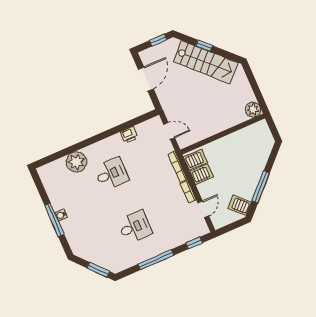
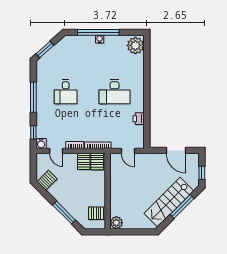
window: (204, 46) -> (182, 206), width x2.17
door: (169, 131) -> (128, 151), hinge flipped
server rack: (252, 135) -> (97, 213), added
plant: (76, 162) -> (135, 45), moved
desk: (111, 174) -> (114, 92), width x1.37
window: (261, 187) -> (64, 213), moved
window: (54, 220) -> (98, 32), width x1.46
water cooler: (203, 229) -> (41, 144), added

